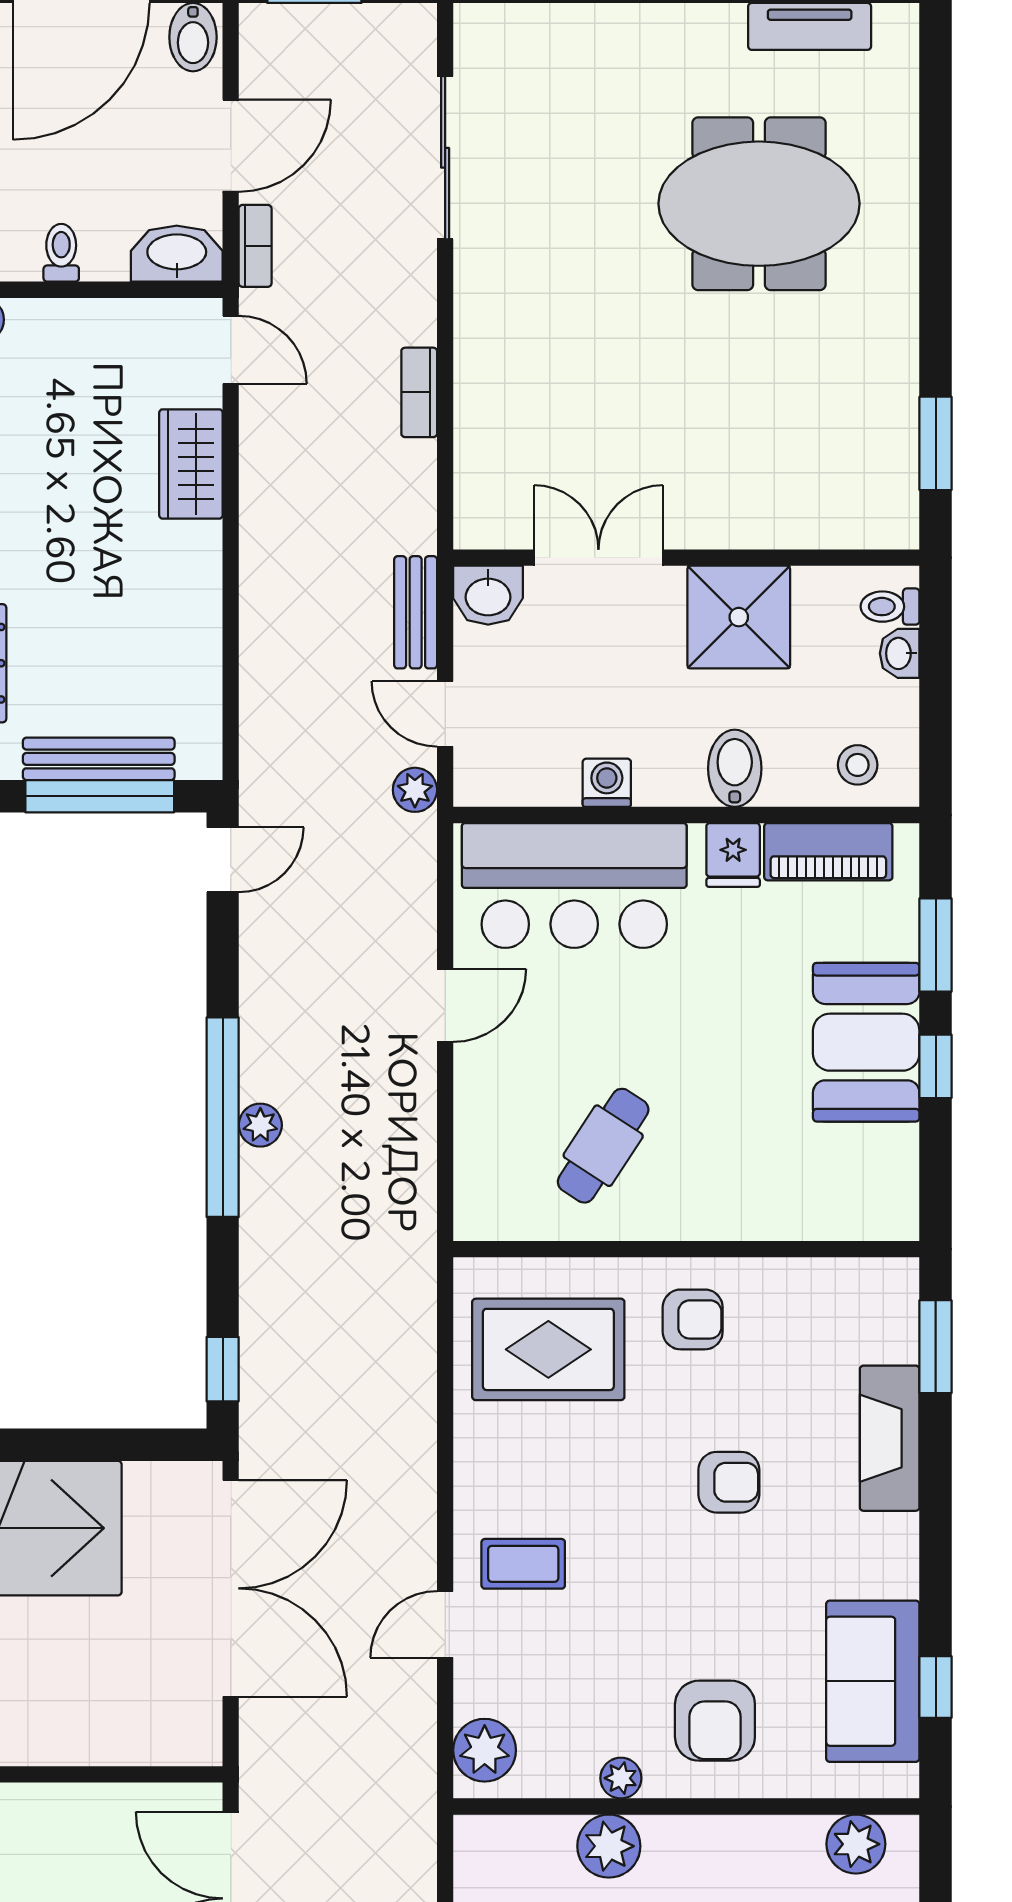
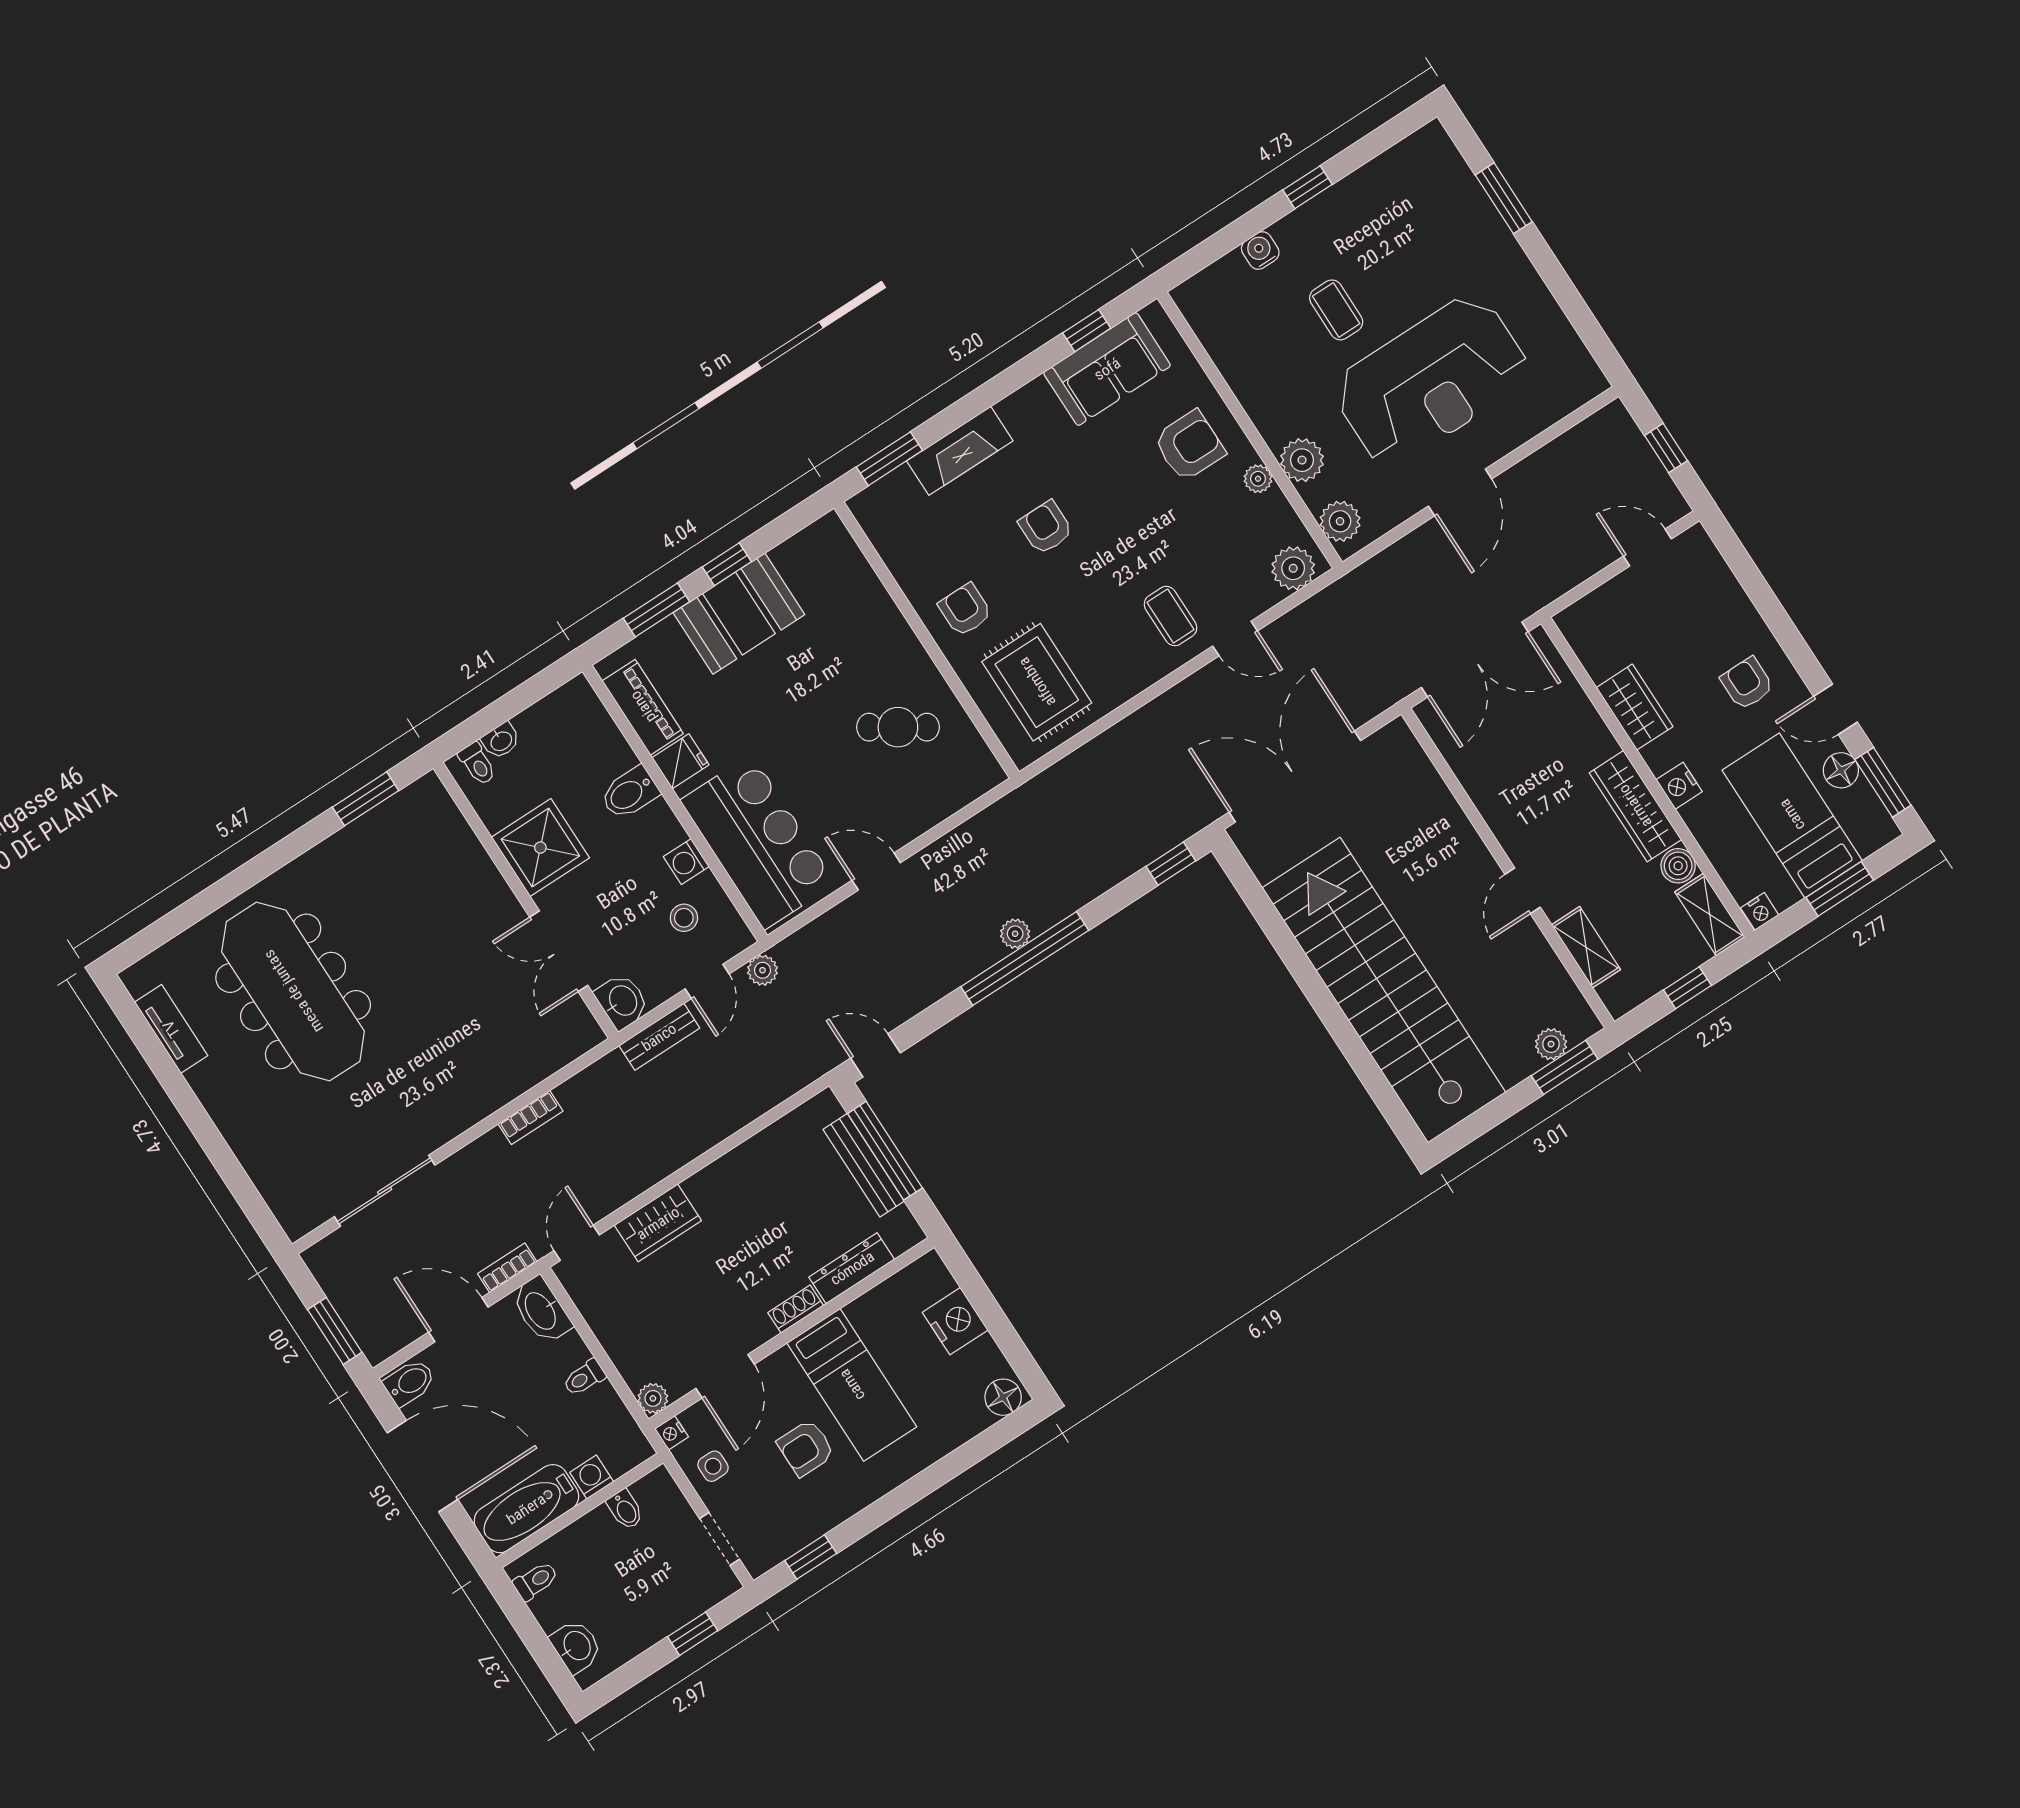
meeting table: (759, 204) -> (293, 991), width x1.36
stool: (858, 765) -> (684, 918), moved
plant: (856, 1844) -> (1340, 521), moved

